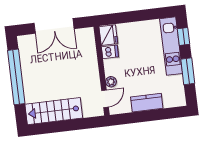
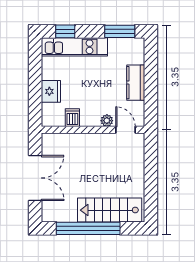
fridge: (108, 35) -> (51, 91), moved, turned 90
window: (188, 71) -> (120, 31), moved
stairs: (54, 111) -> (110, 210), moved, turned 90

